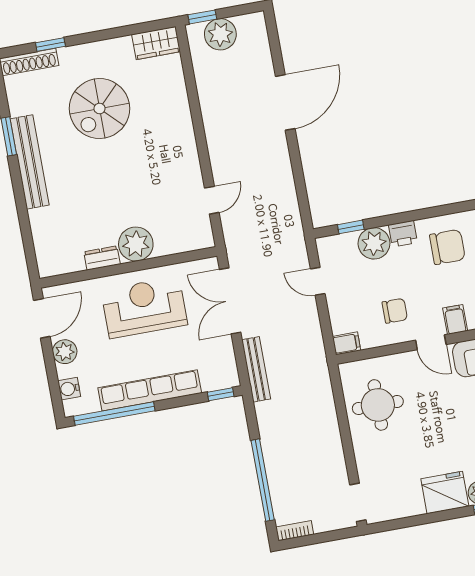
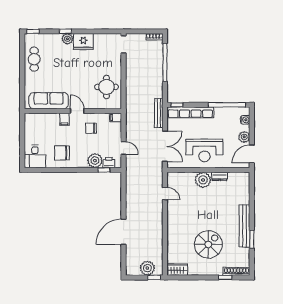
door: (212, 200) -> (165, 194), swing flipped
printer: (403, 234) -> (109, 163), moved
row of seats: (150, 390) -> (190, 112), moved

